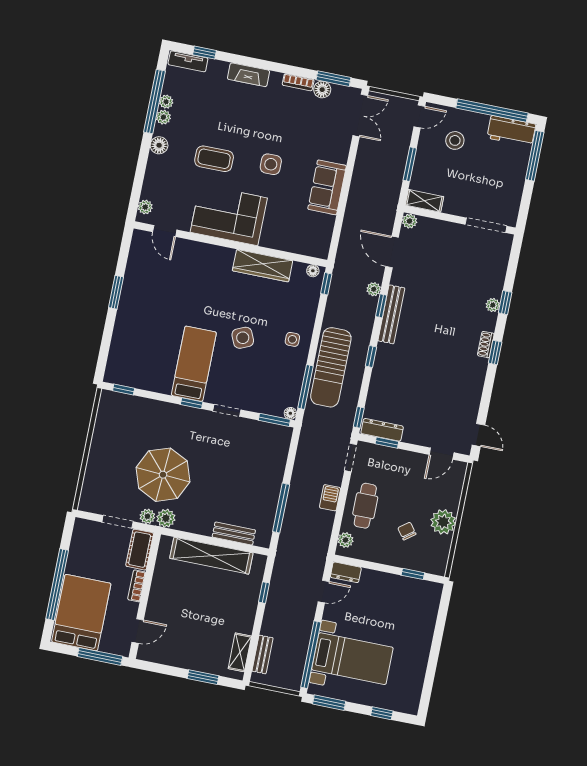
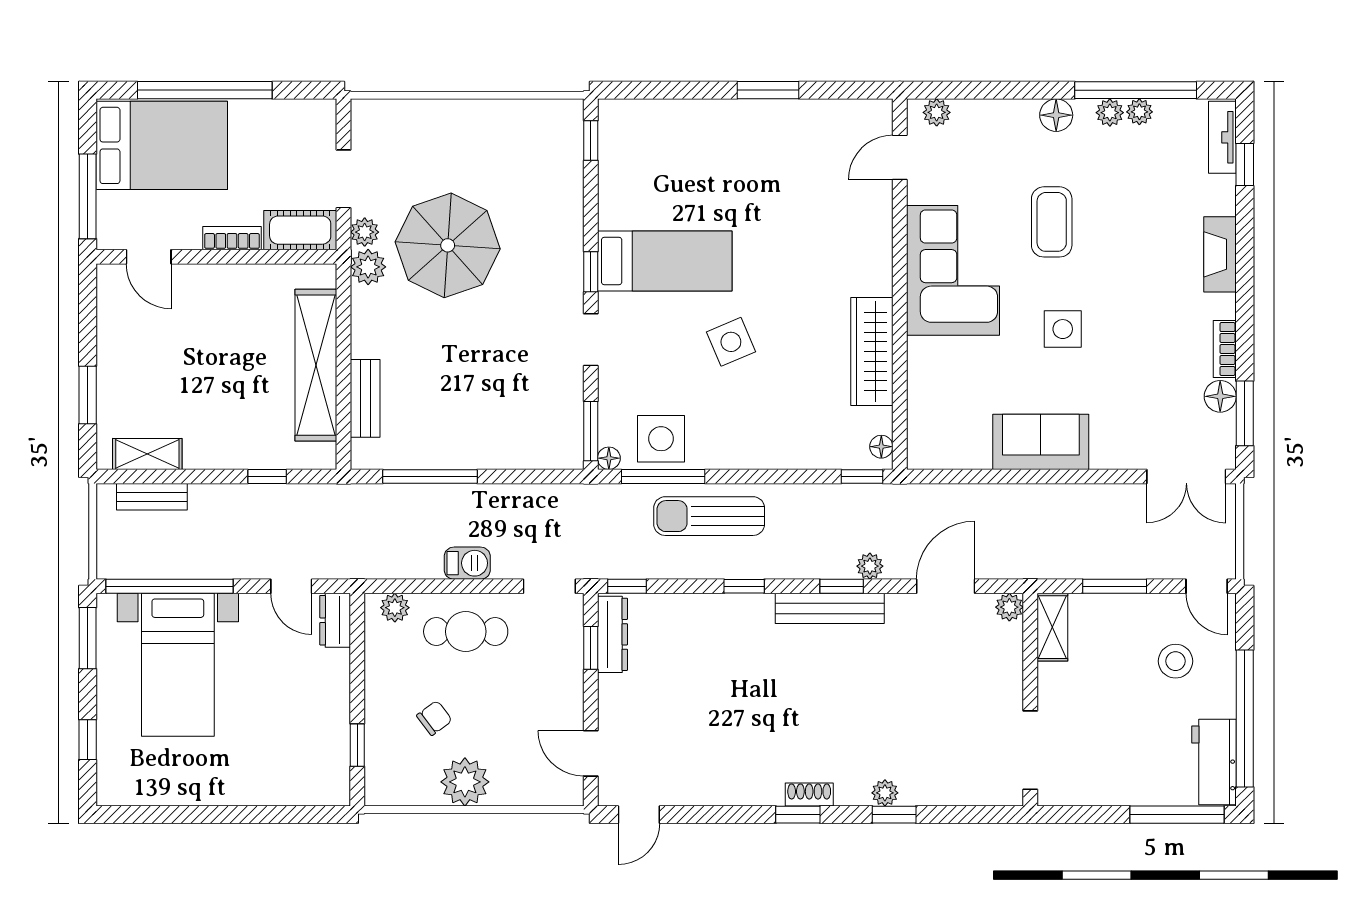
side table: (292, 339) -> (661, 439), moved, width x1.87, depth x1.87
sun lounger: (331, 367) -> (709, 516), width x0.73, depth x0.75

